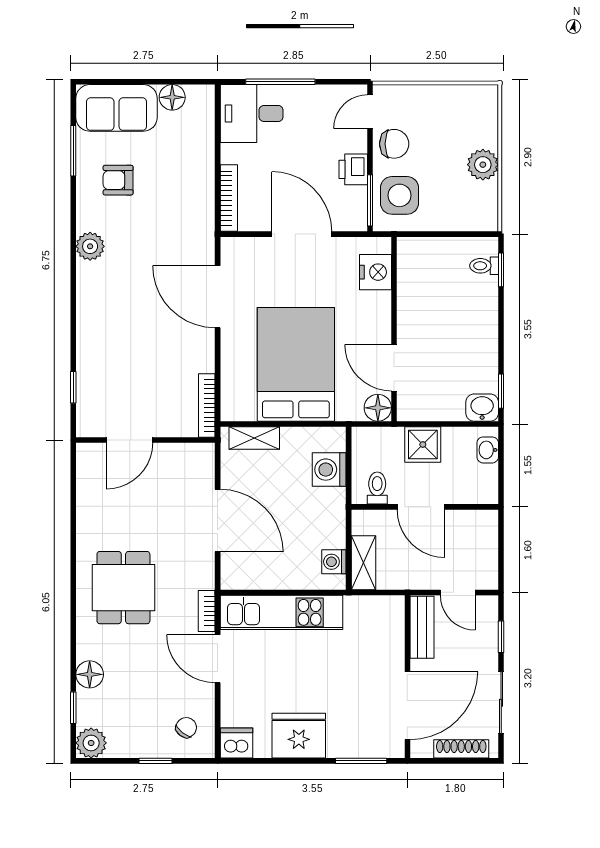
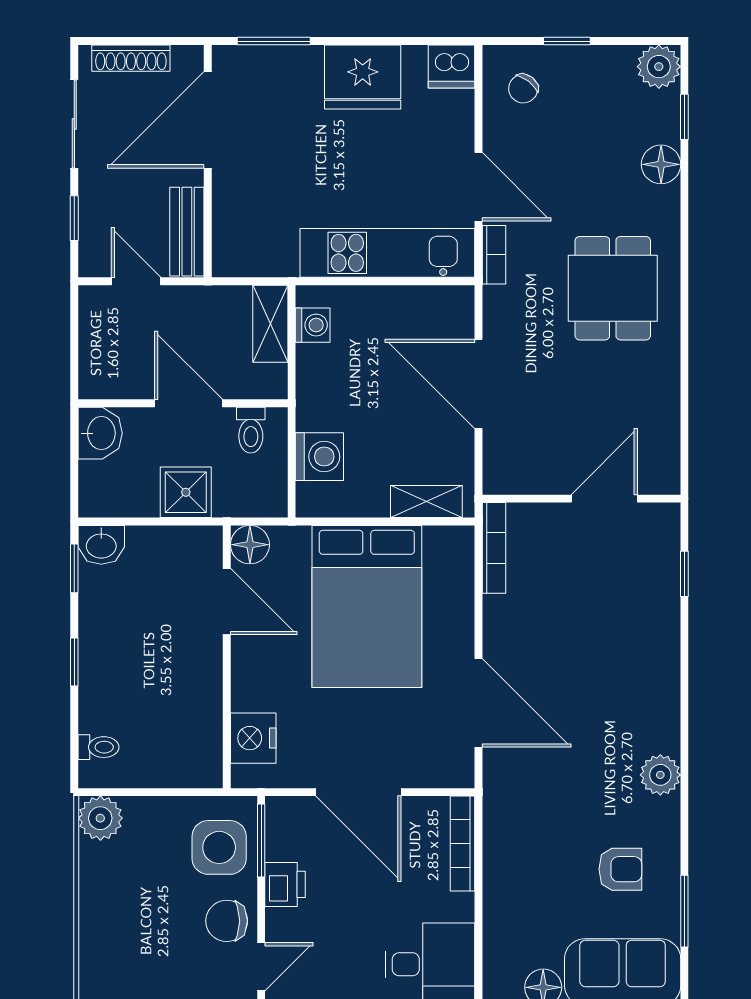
plant: (483, 165) -> (100, 818), moved
window: (501, 270) -> (74, 662), moved
washbasin: (488, 450) -> (100, 433), moved, width x1.38, depth x1.45

